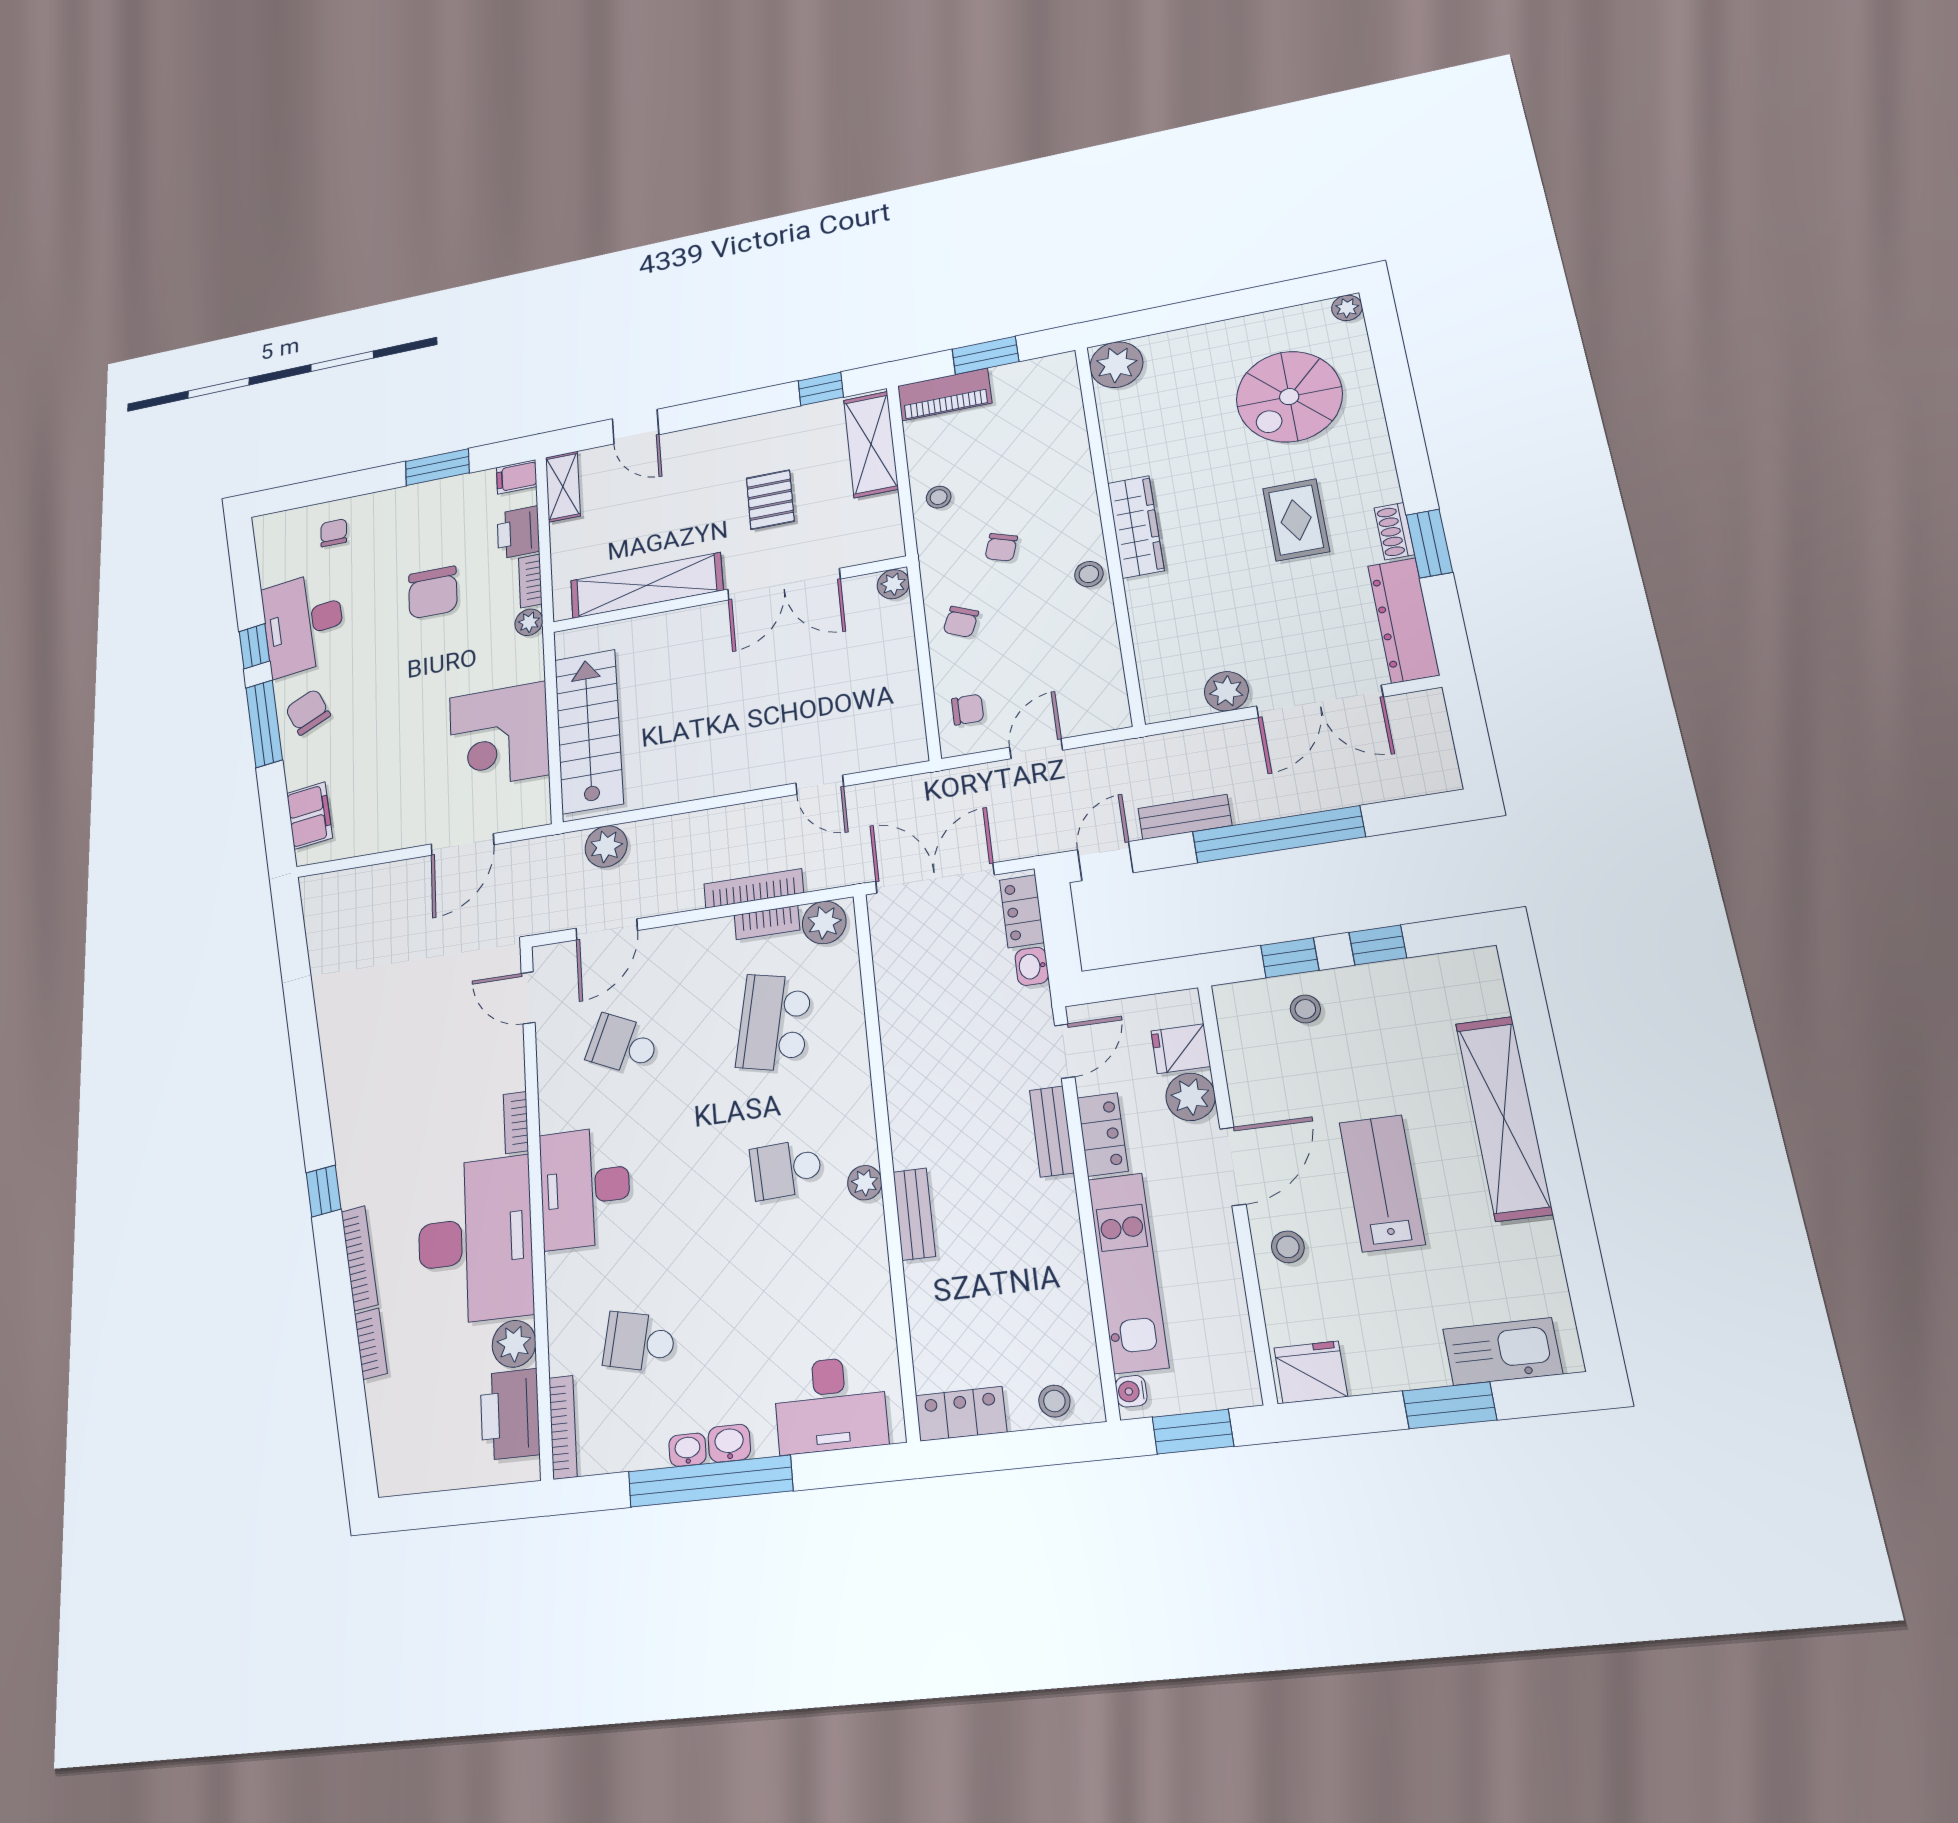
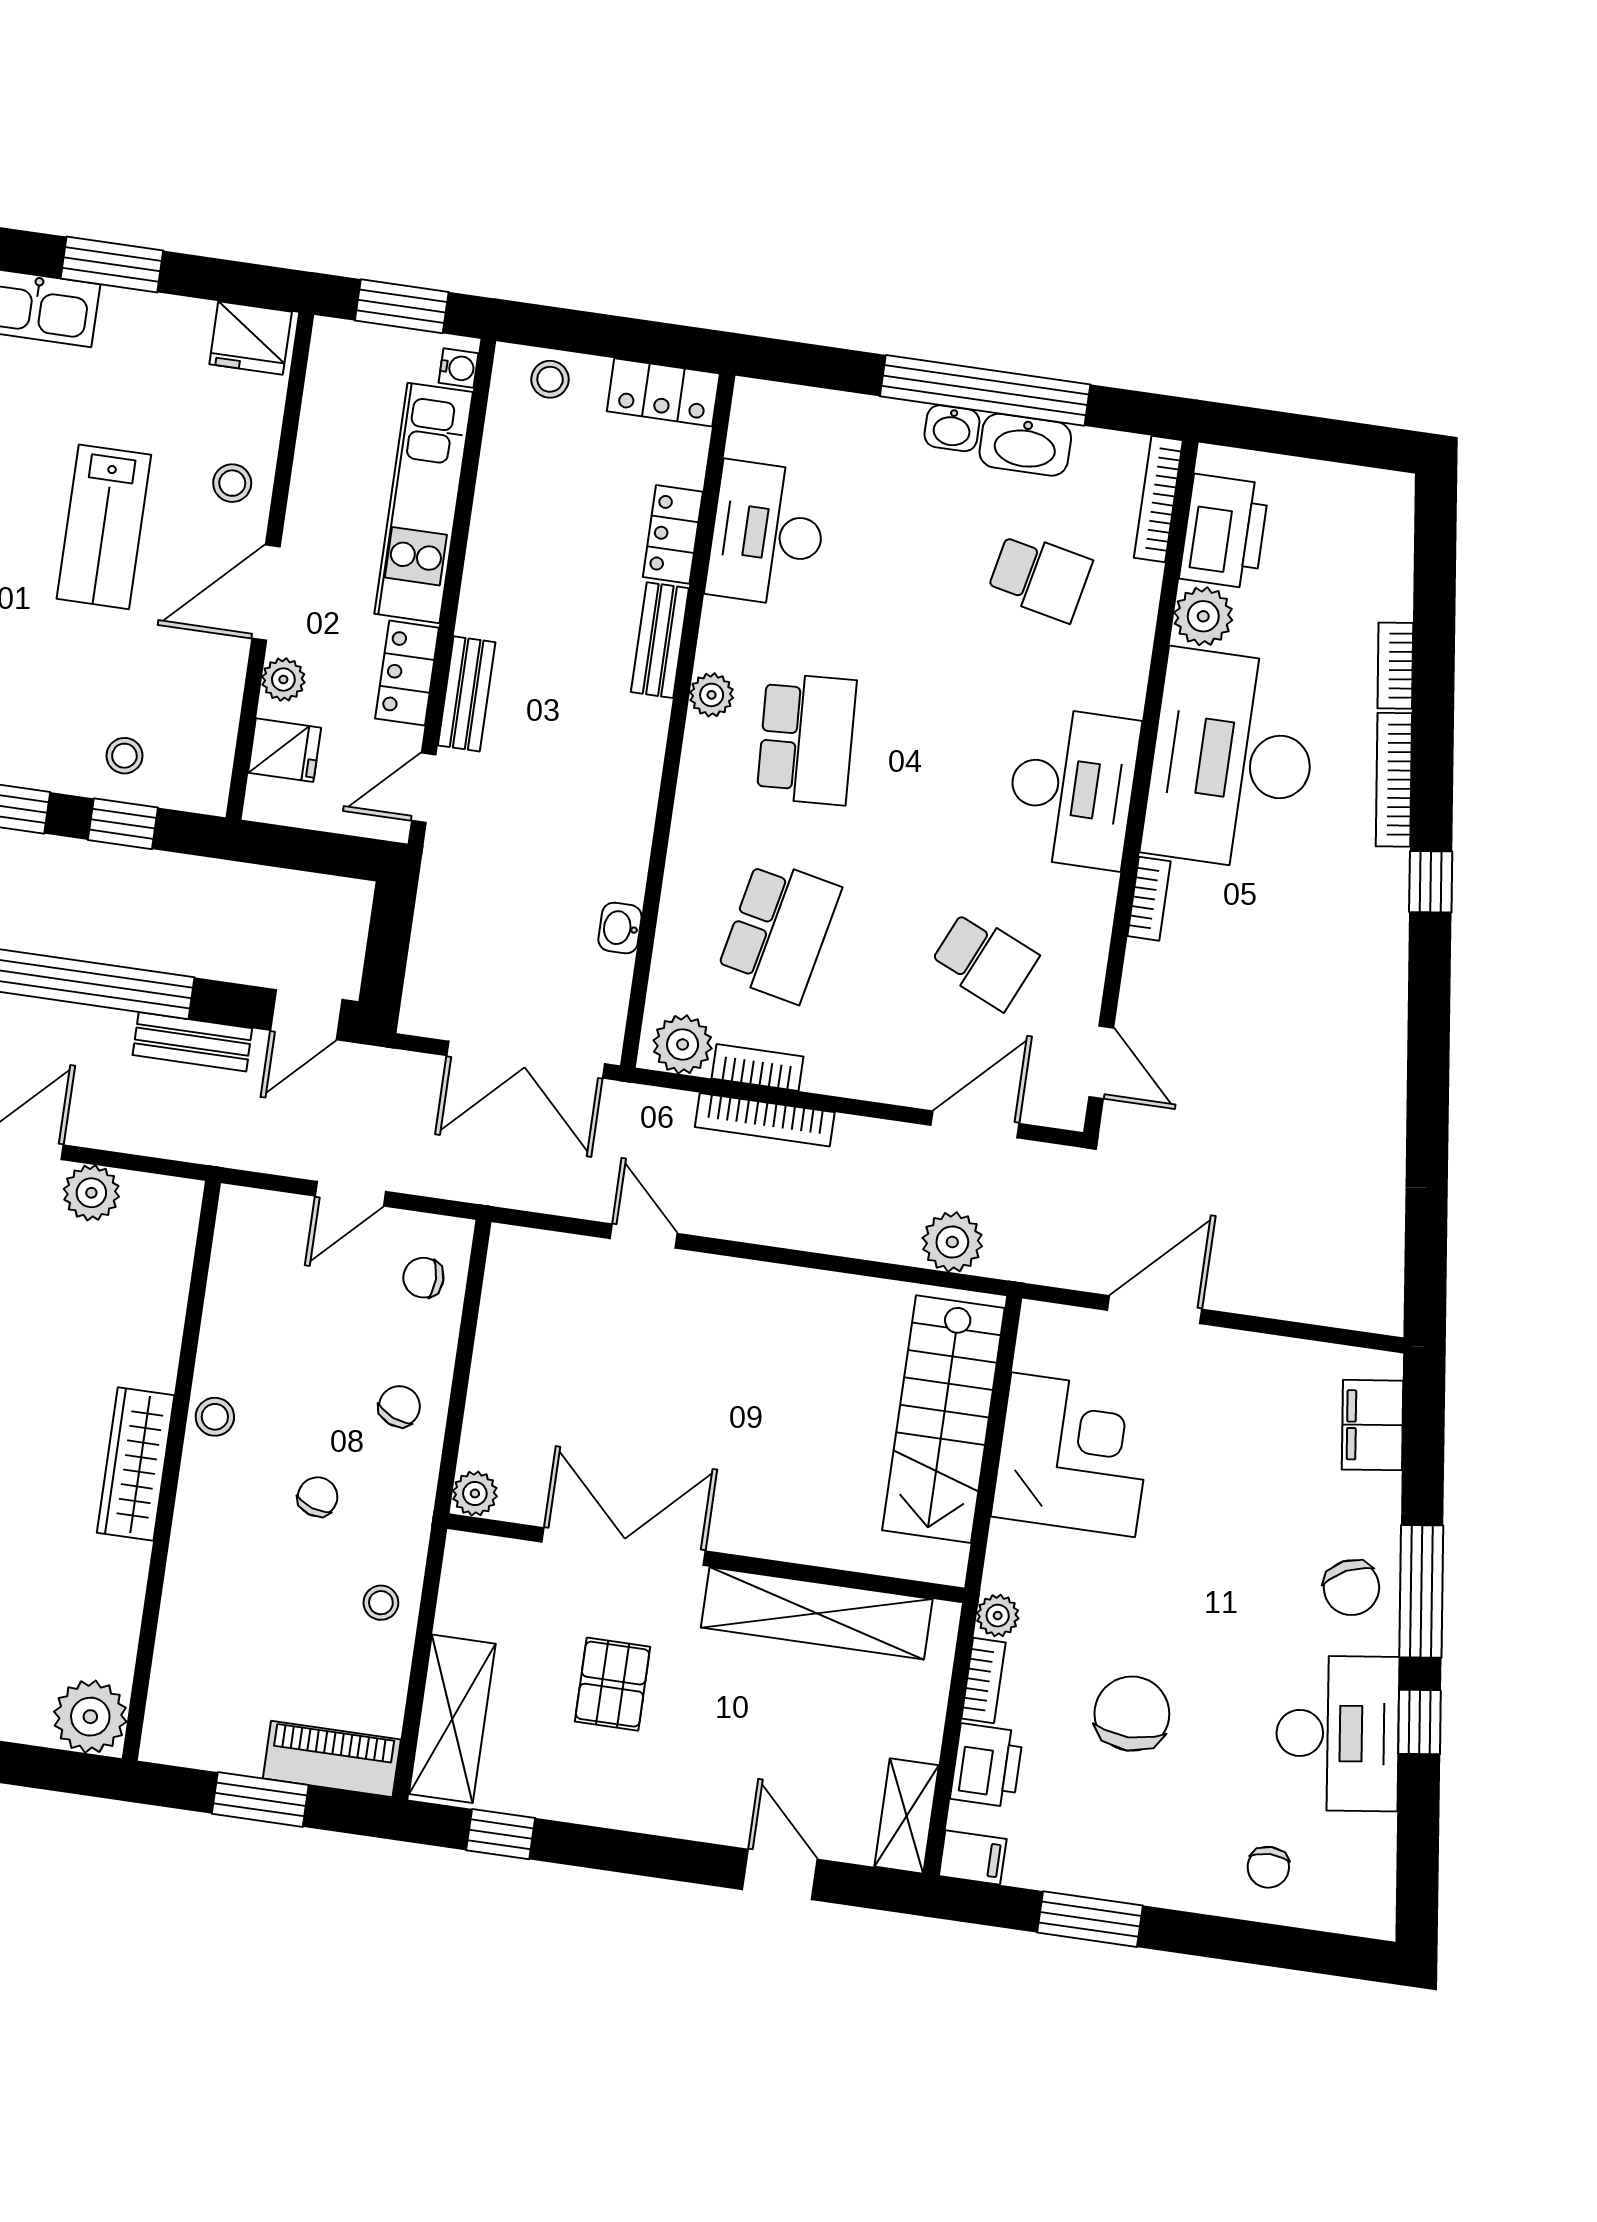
locker: (1022, 911) -> (673, 534), moved, turned 180
washbasin: (1032, 966) -> (620, 928), moved, turned 180
plant: (1191, 1097) -> (283, 679), width x0.73, depth x0.73
school desk: (786, 1169) -> (807, 739), width x1.85
desk: (830, 1405) -> (767, 534), moved, turned -90
washbasin: (688, 1450) -> (1025, 445), width x1.91, depth x1.45

